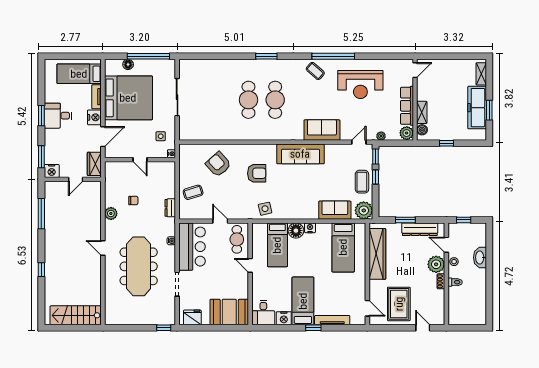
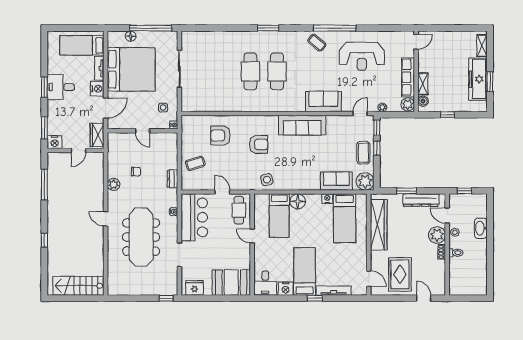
armchair: (218, 164) -> (220, 136), turned -48
nightstand: (310, 228) -> (327, 199), moved

